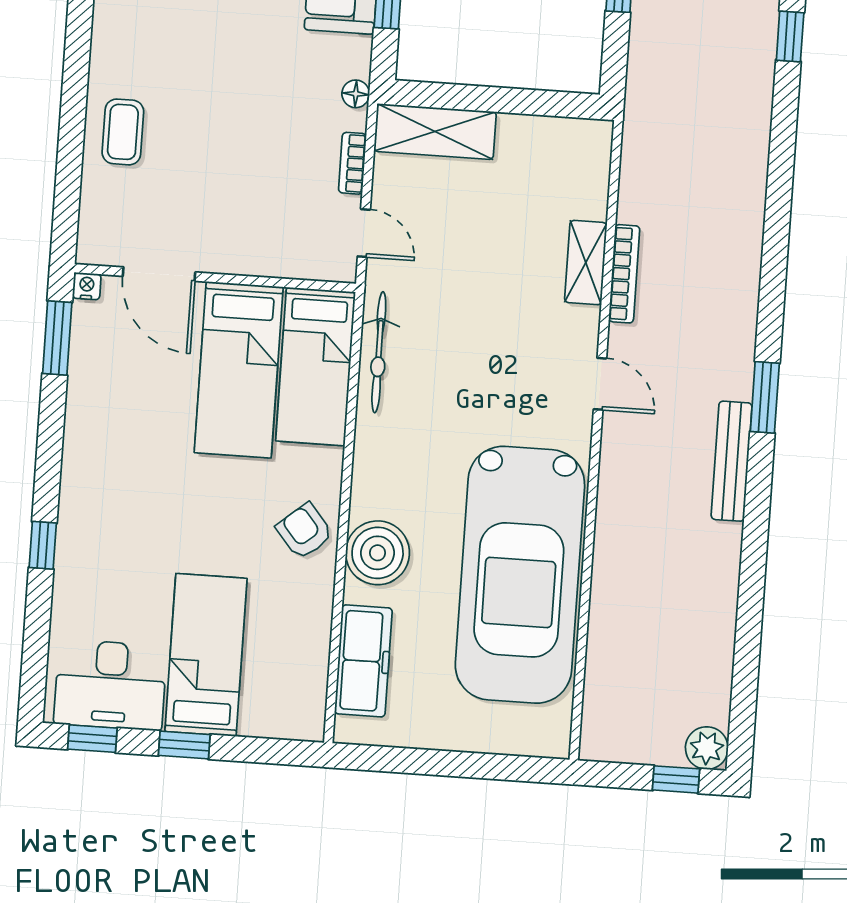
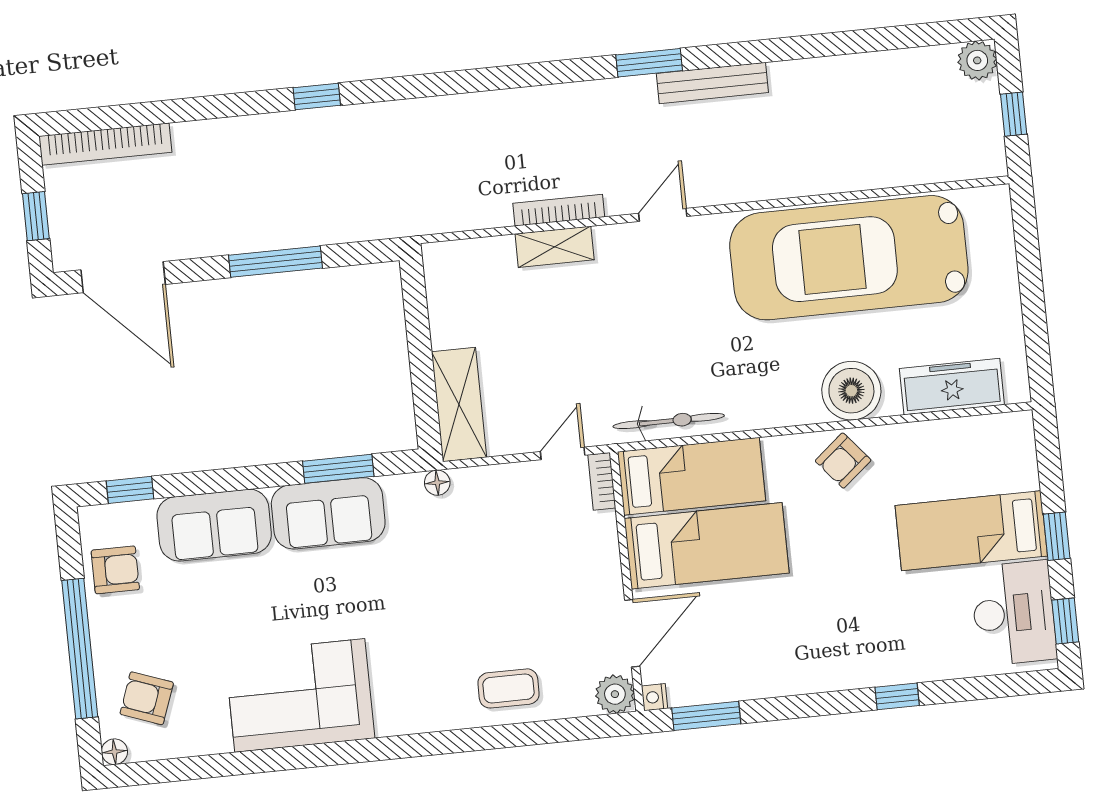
bookcase: (352, 163) -> (602, 481), moved, turned 90
plant: (97, 245) -> (615, 694), added
car: (520, 575) -> (849, 258), turned 180
window: (676, 779) -> (1014, 114), moved

